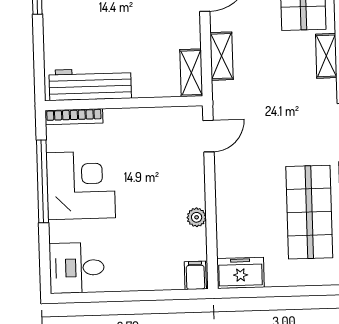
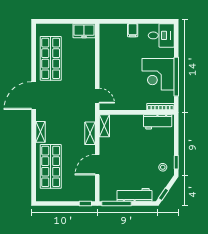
workbench: (90, 84) -> (158, 122), width x0.73
door: (208, 136) -> (97, 96), swing flipped
plant: (197, 217) -> (104, 58), removed
filing cabinet: (195, 275) -> (133, 30), moved

